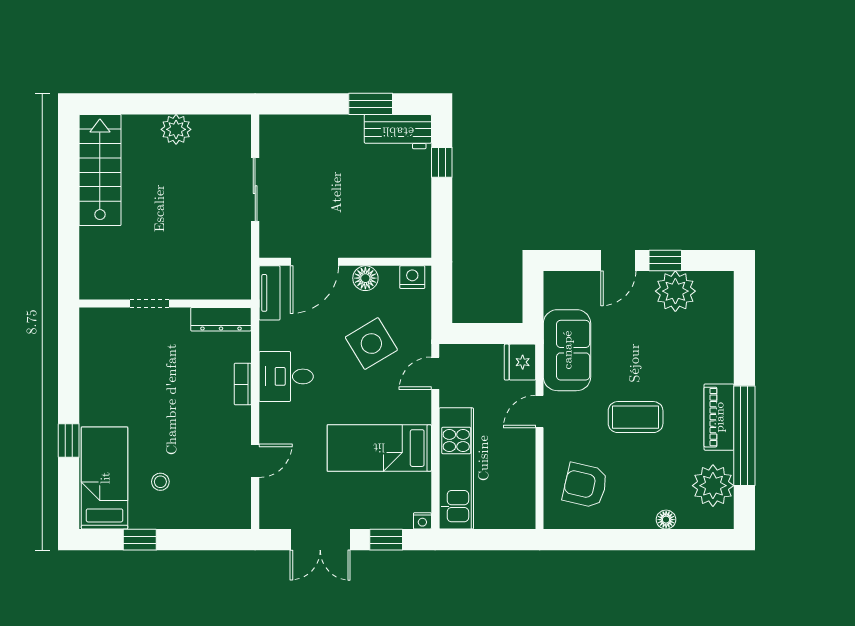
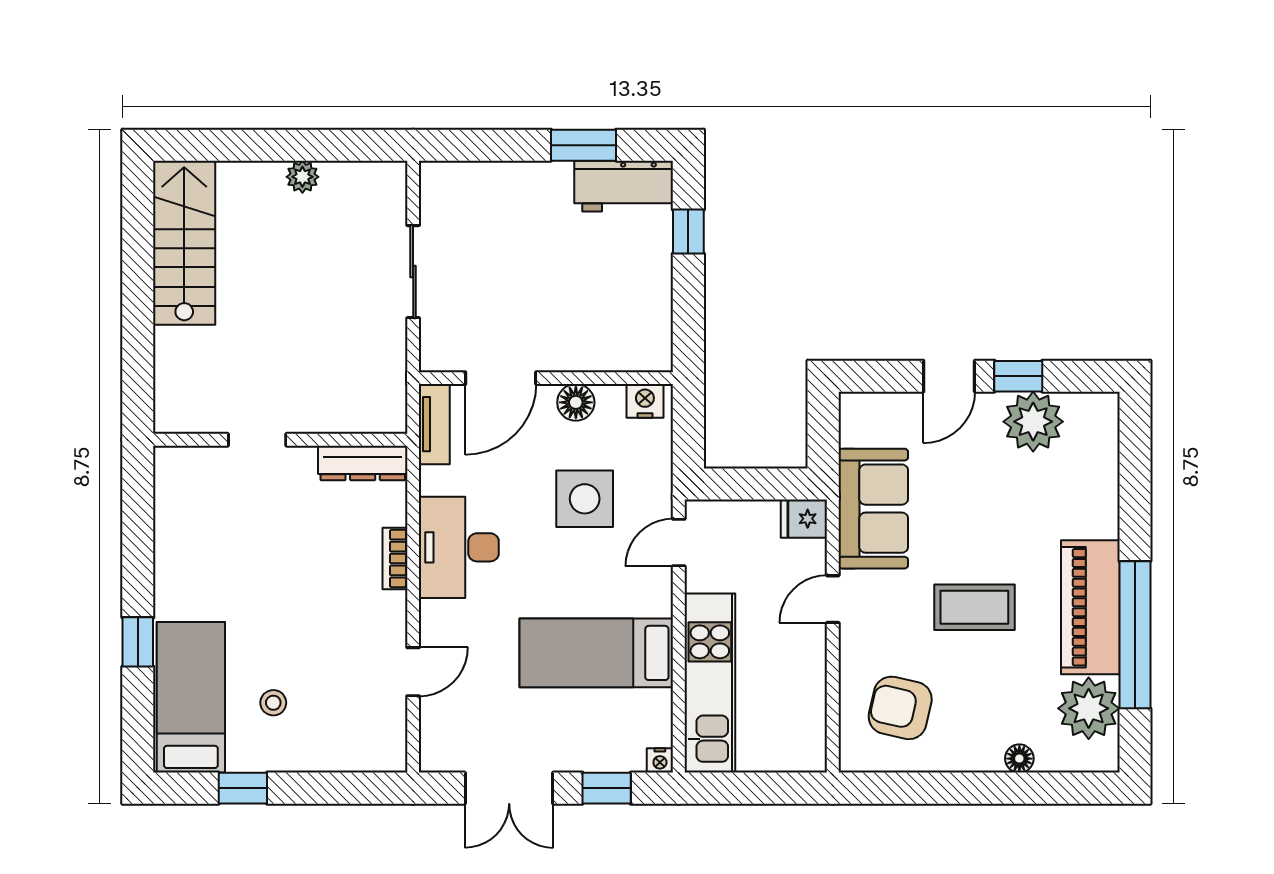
plant: (176, 129) -> (302, 177), width x0.73, depth x0.73
side table: (371, 344) -> (585, 499), turned 31
fridge: (520, 362) -> (804, 519), width x0.72
desk: (286, 376) -> (459, 547), width x1.37
piano: (719, 417) -> (1090, 607), width x1.37, depth x1.33

